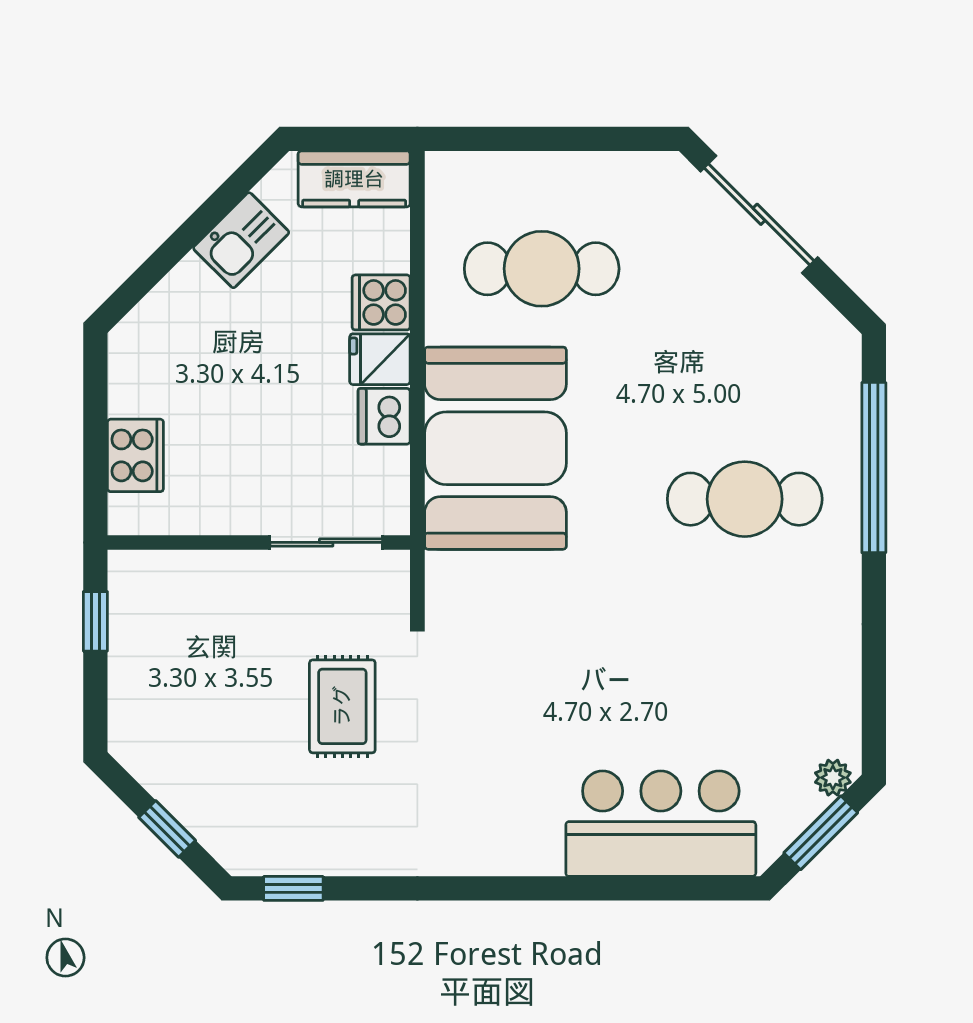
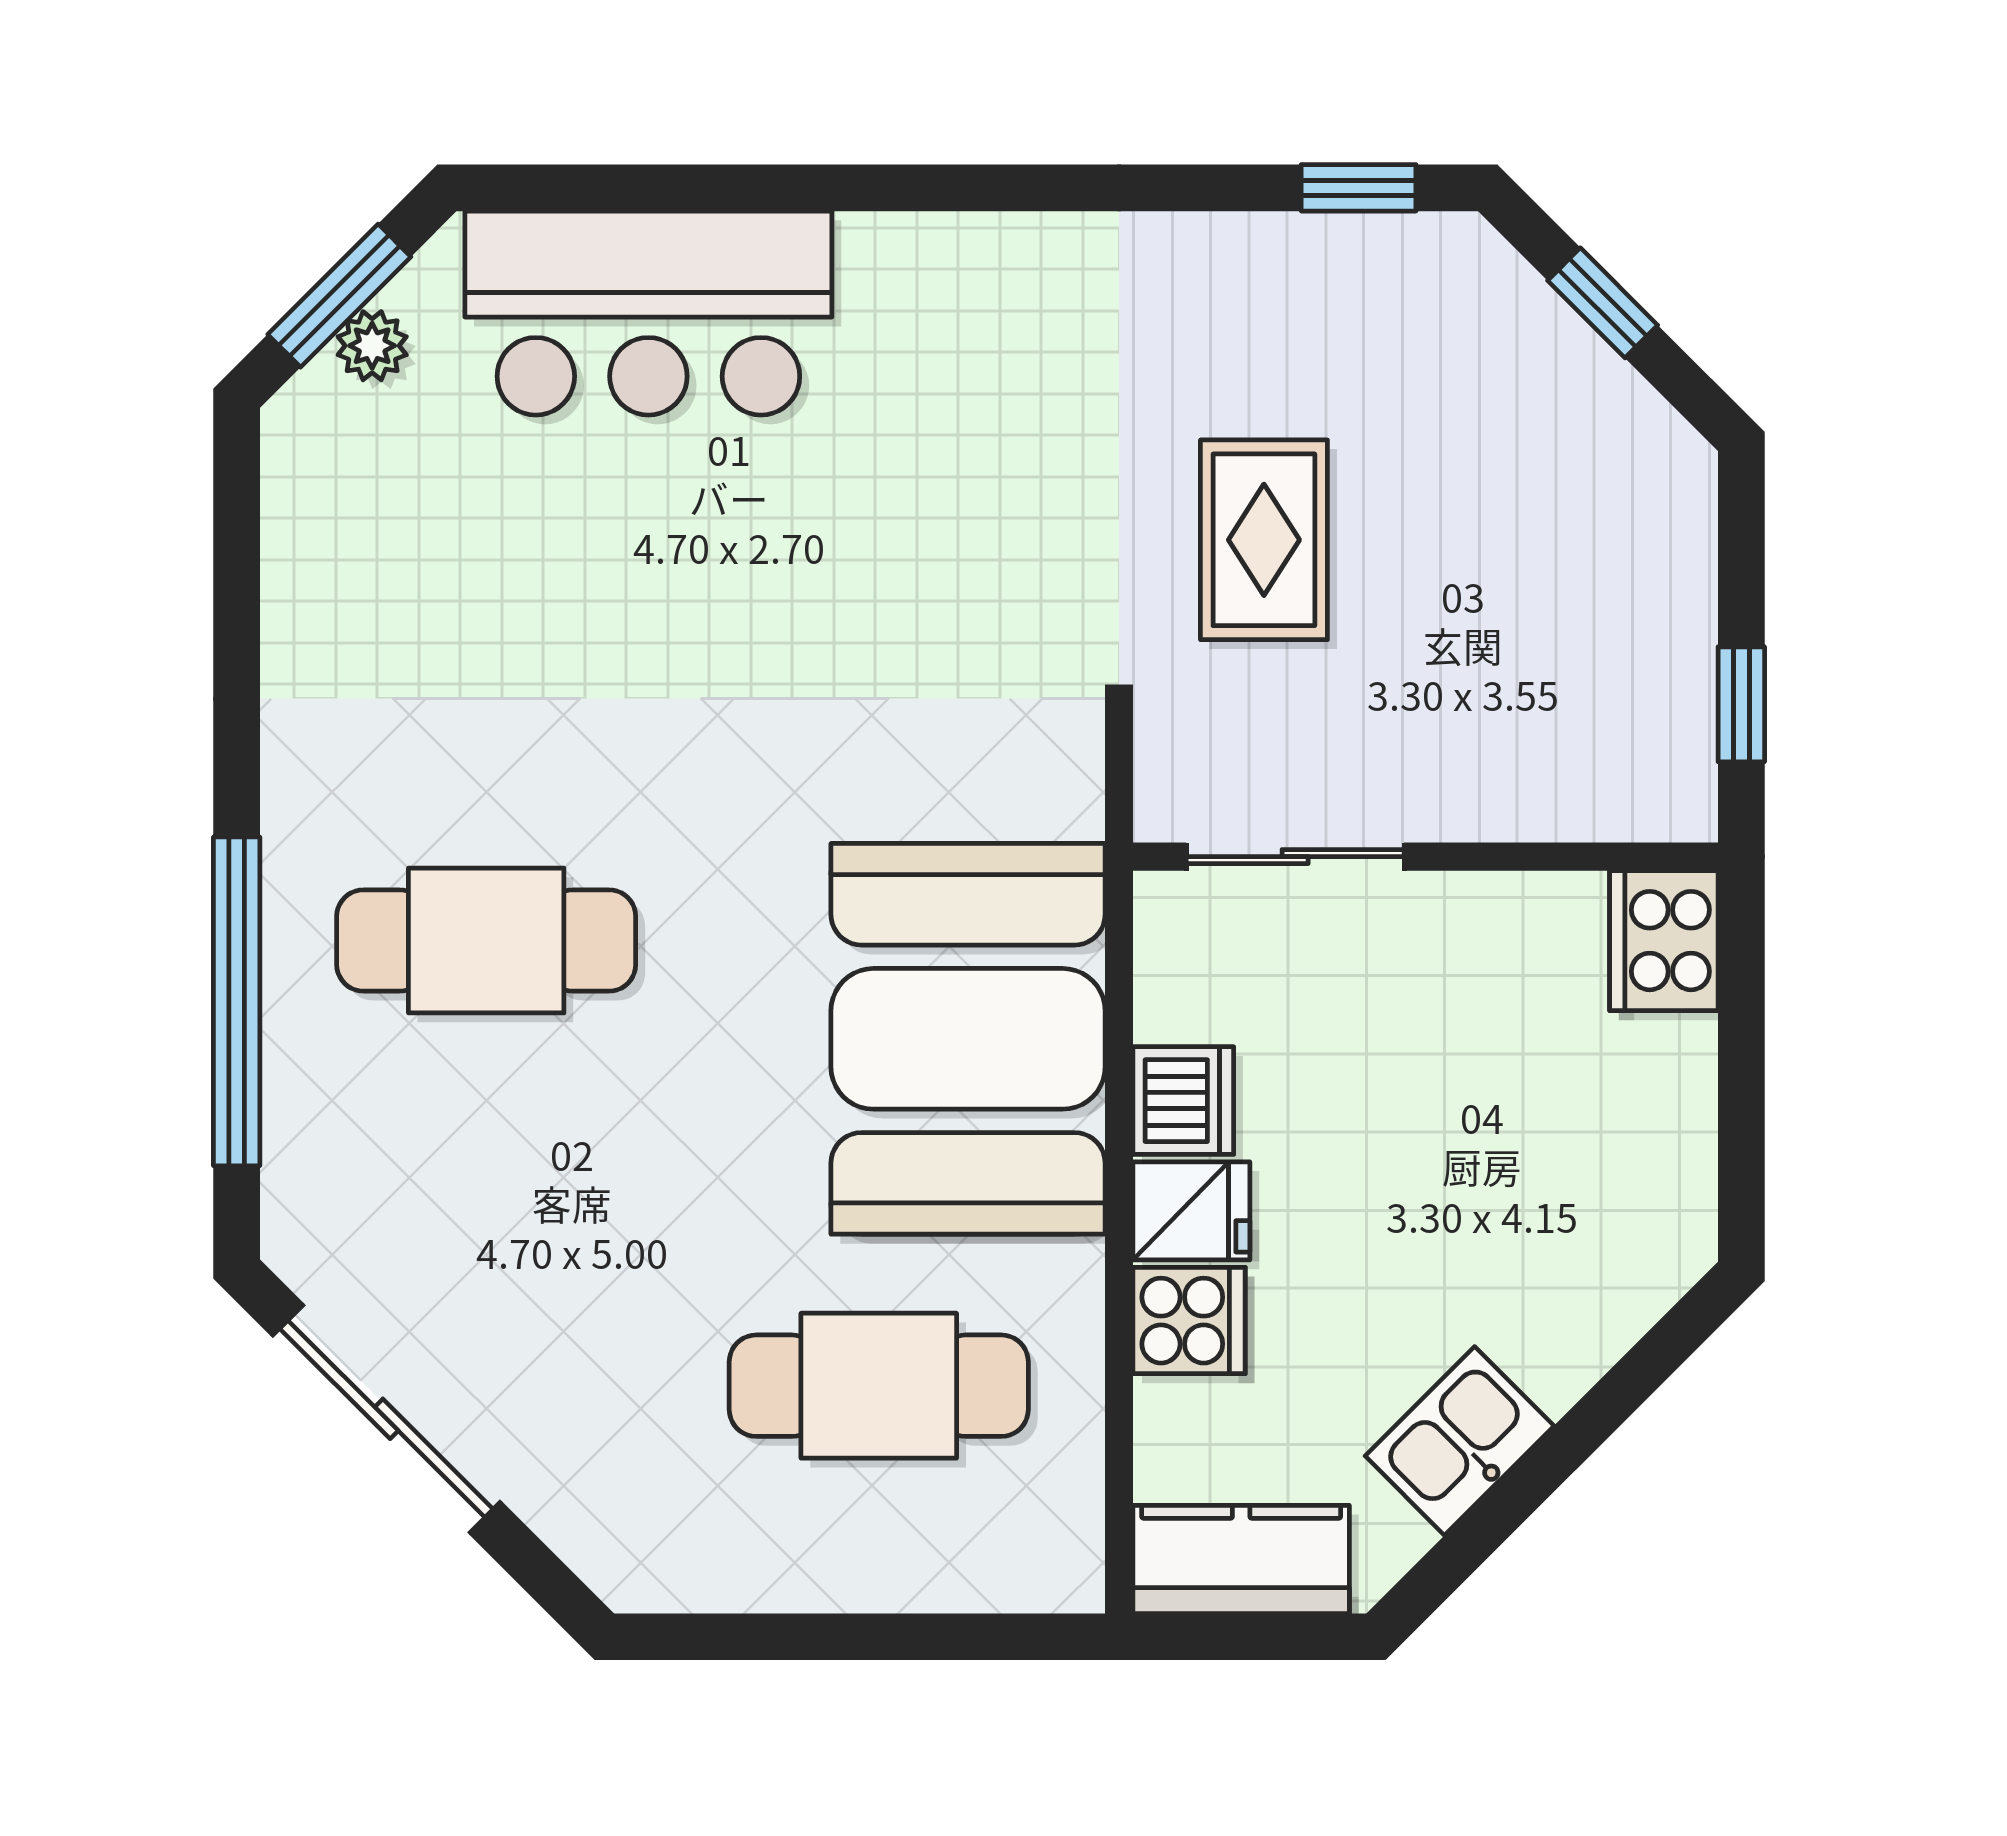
sliding door: (759, 214) -> (386, 1419), moved
cooker: (135, 455) -> (1664, 941), moved
plant: (833, 778) -> (372, 346), moved

